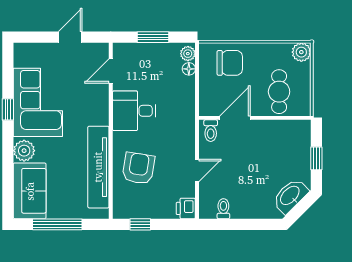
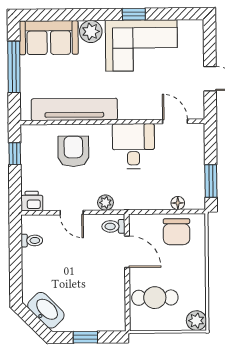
window: (153, 37) -> (211, 181), moved
plant: (188, 54) -> (105, 203), moved
chair: (230, 63) -> (177, 232), moved
armchair: (139, 168) -> (73, 151), turned -99

